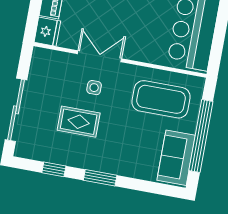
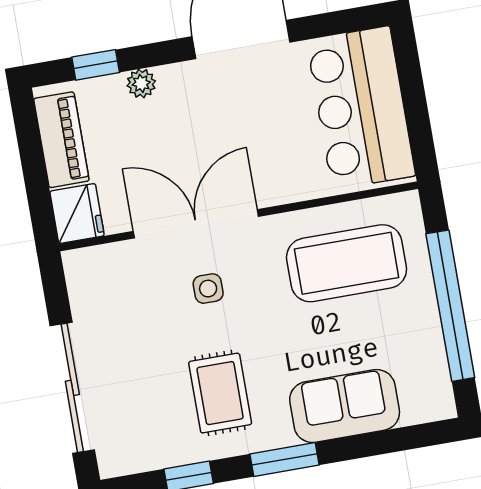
double door: (99, 56) -> (196, 224), width x1.37
rug: (79, 122) -> (220, 393), moved, turned 90
sofa: (176, 158) -> (345, 406), moved, turned 90

